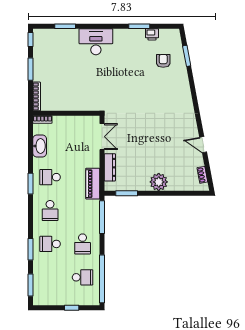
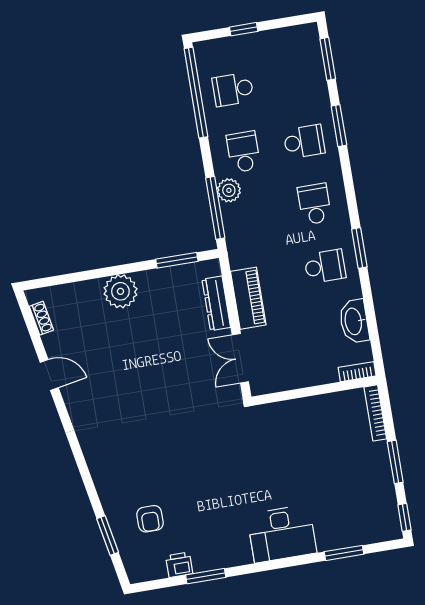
piano: (93, 184) -> (248, 298), moved
plant: (93, 225) -> (229, 190), added

